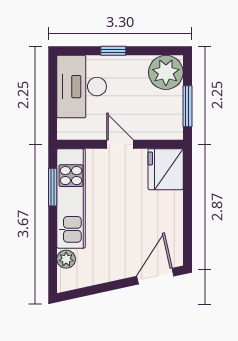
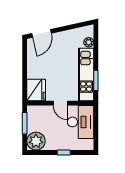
desk: (82, 87) -> (81, 122), moved

